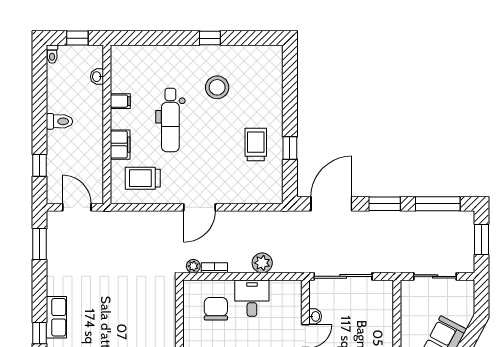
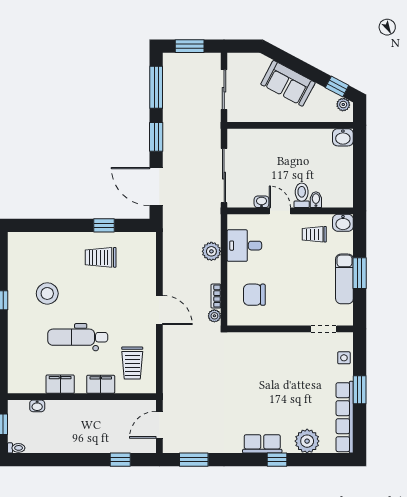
filing cabinet: (120, 101) -> (60, 384), width x2.00
dental chair: (170, 120) -> (78, 337), turned 180
toilet: (59, 121) -> (79, 441), removed
desk: (252, 298) -> (244, 246), moved

